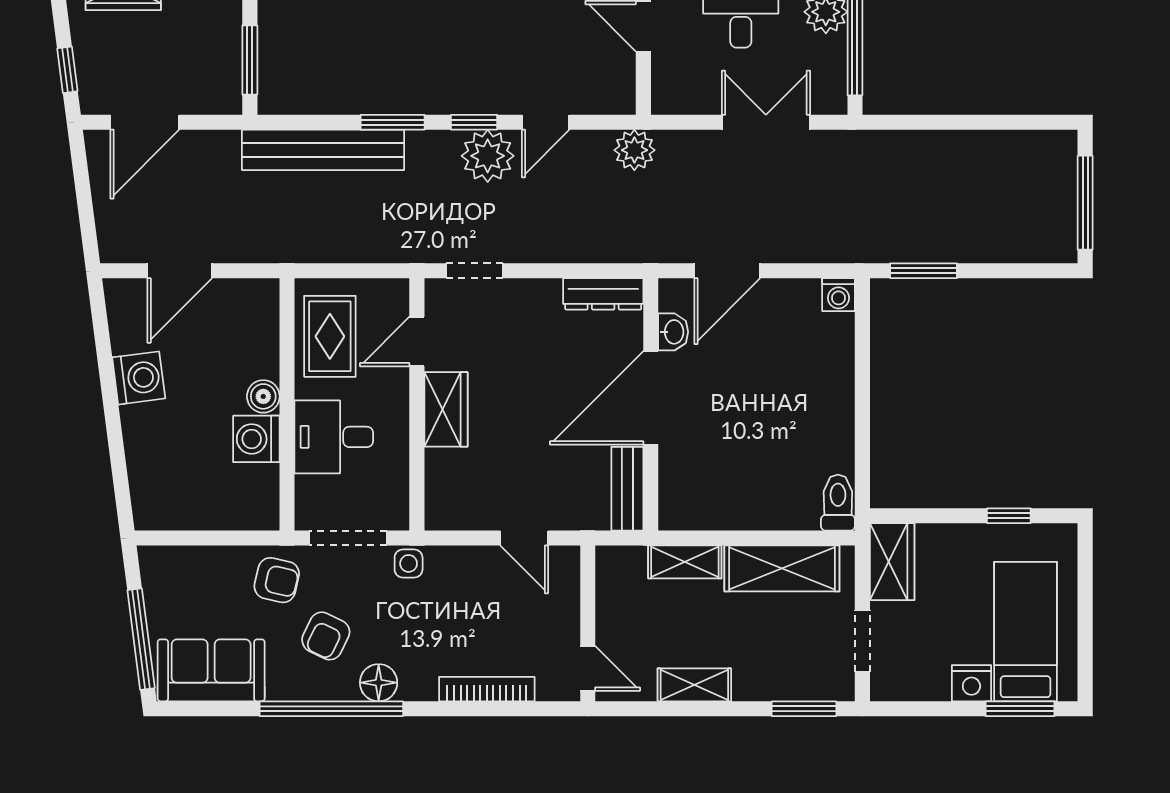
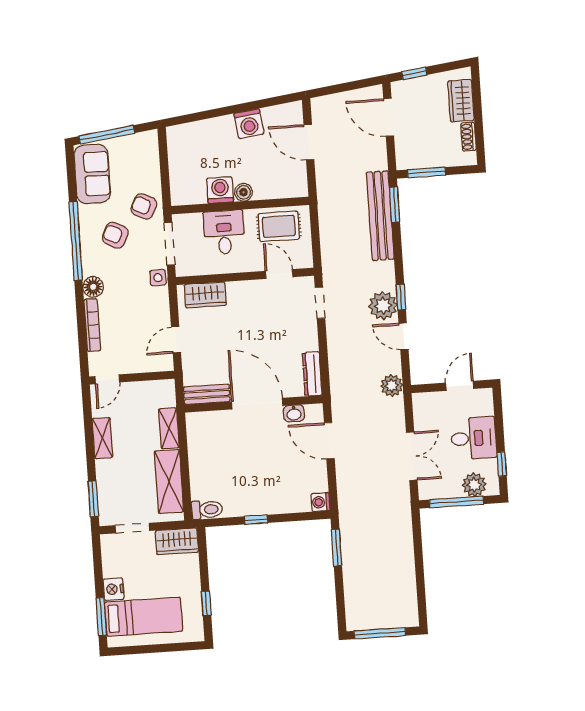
window: (393, 122) -> (395, 205), moved
wardrobe: (446, 409) -> (205, 295), moved
window: (862, 415) -> (256, 520), added
armchair: (277, 580) -> (144, 206), turned 103
floor lamp: (379, 683) -> (93, 287), moved

